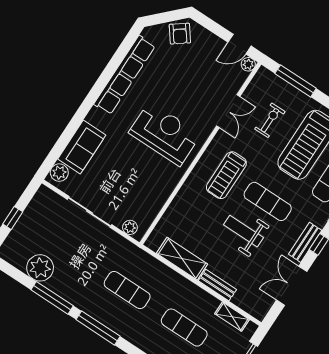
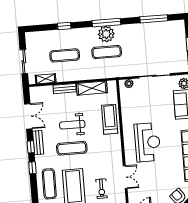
double door: (228, 111) -> (125, 177), swing flipped
reception desk: (165, 134) -> (147, 142), turned -90
treadmill: (226, 175) -> (110, 119), moved
weight bench: (244, 231) -> (72, 125), turned 180
plant: (40, 268) -> (106, 34), moved
window: (52, 298) -> (154, 19), moved

